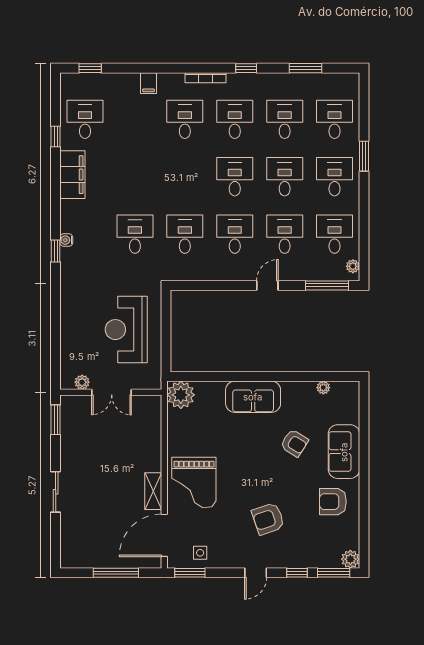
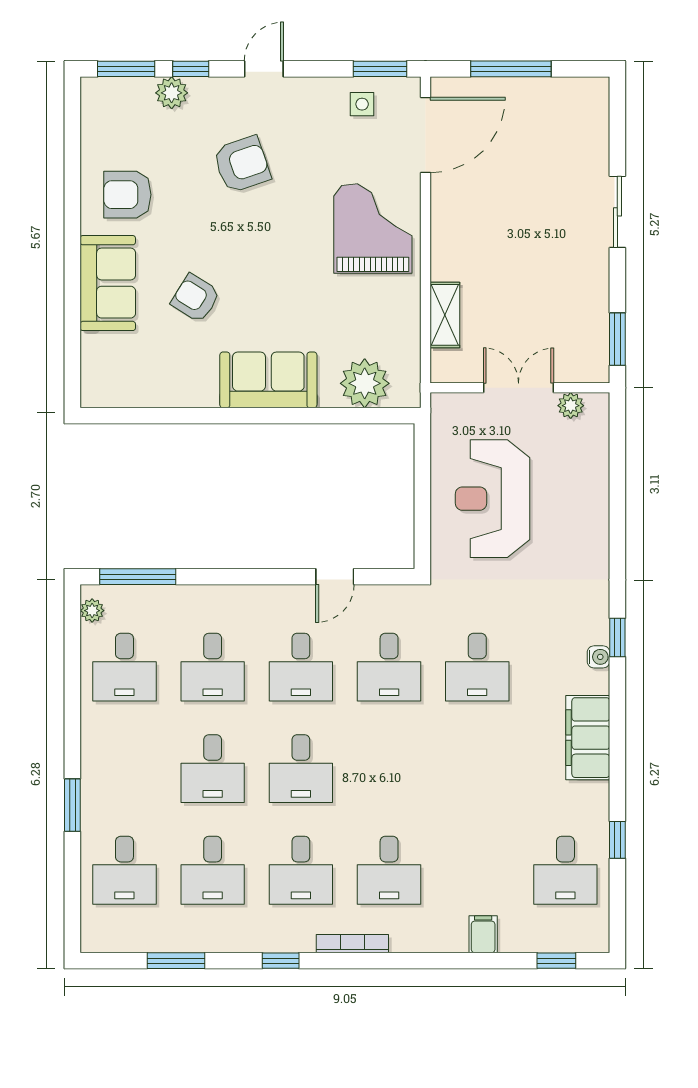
filing cabinet: (149, 83) -> (483, 934), moved
filing cabinet: (72, 175) -> (588, 738), moved
desk: (335, 177) -> (124, 769), removed
door: (267, 285) -> (335, 577), moved
reception desk: (126, 330) -> (493, 499), turned 180
plant: (323, 388) -> (144, 396), removed
plant: (181, 395) -> (365, 383), moved
shelving: (153, 491) -> (445, 315), moved
armchair: (333, 502) -> (127, 195), turned 180
plant: (350, 559) -> (172, 93), moved

